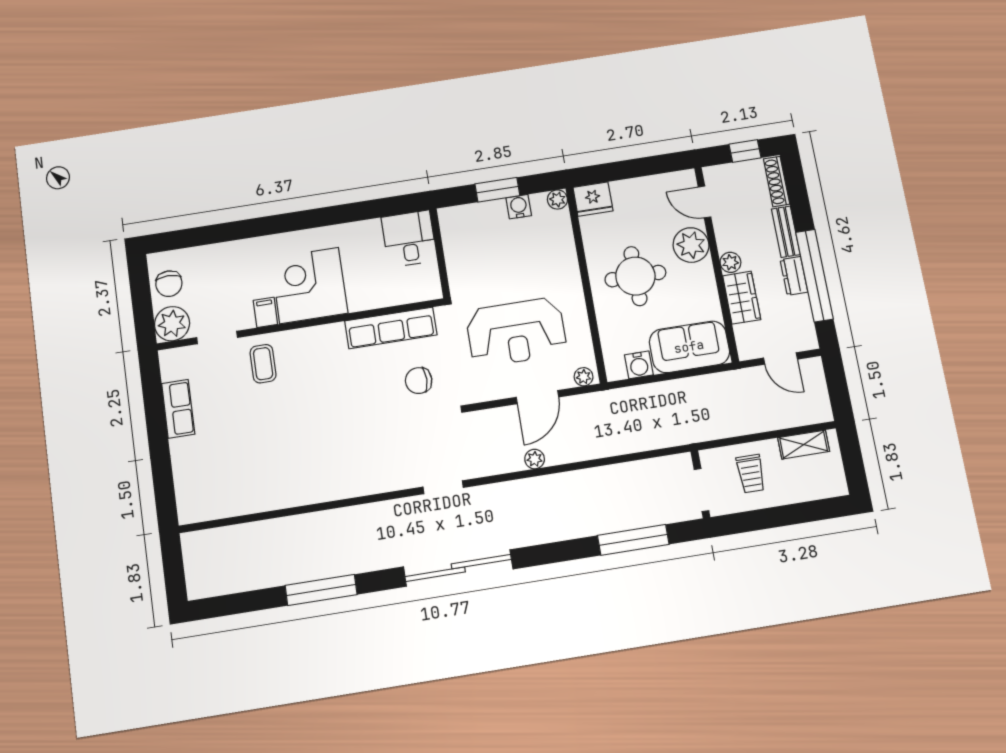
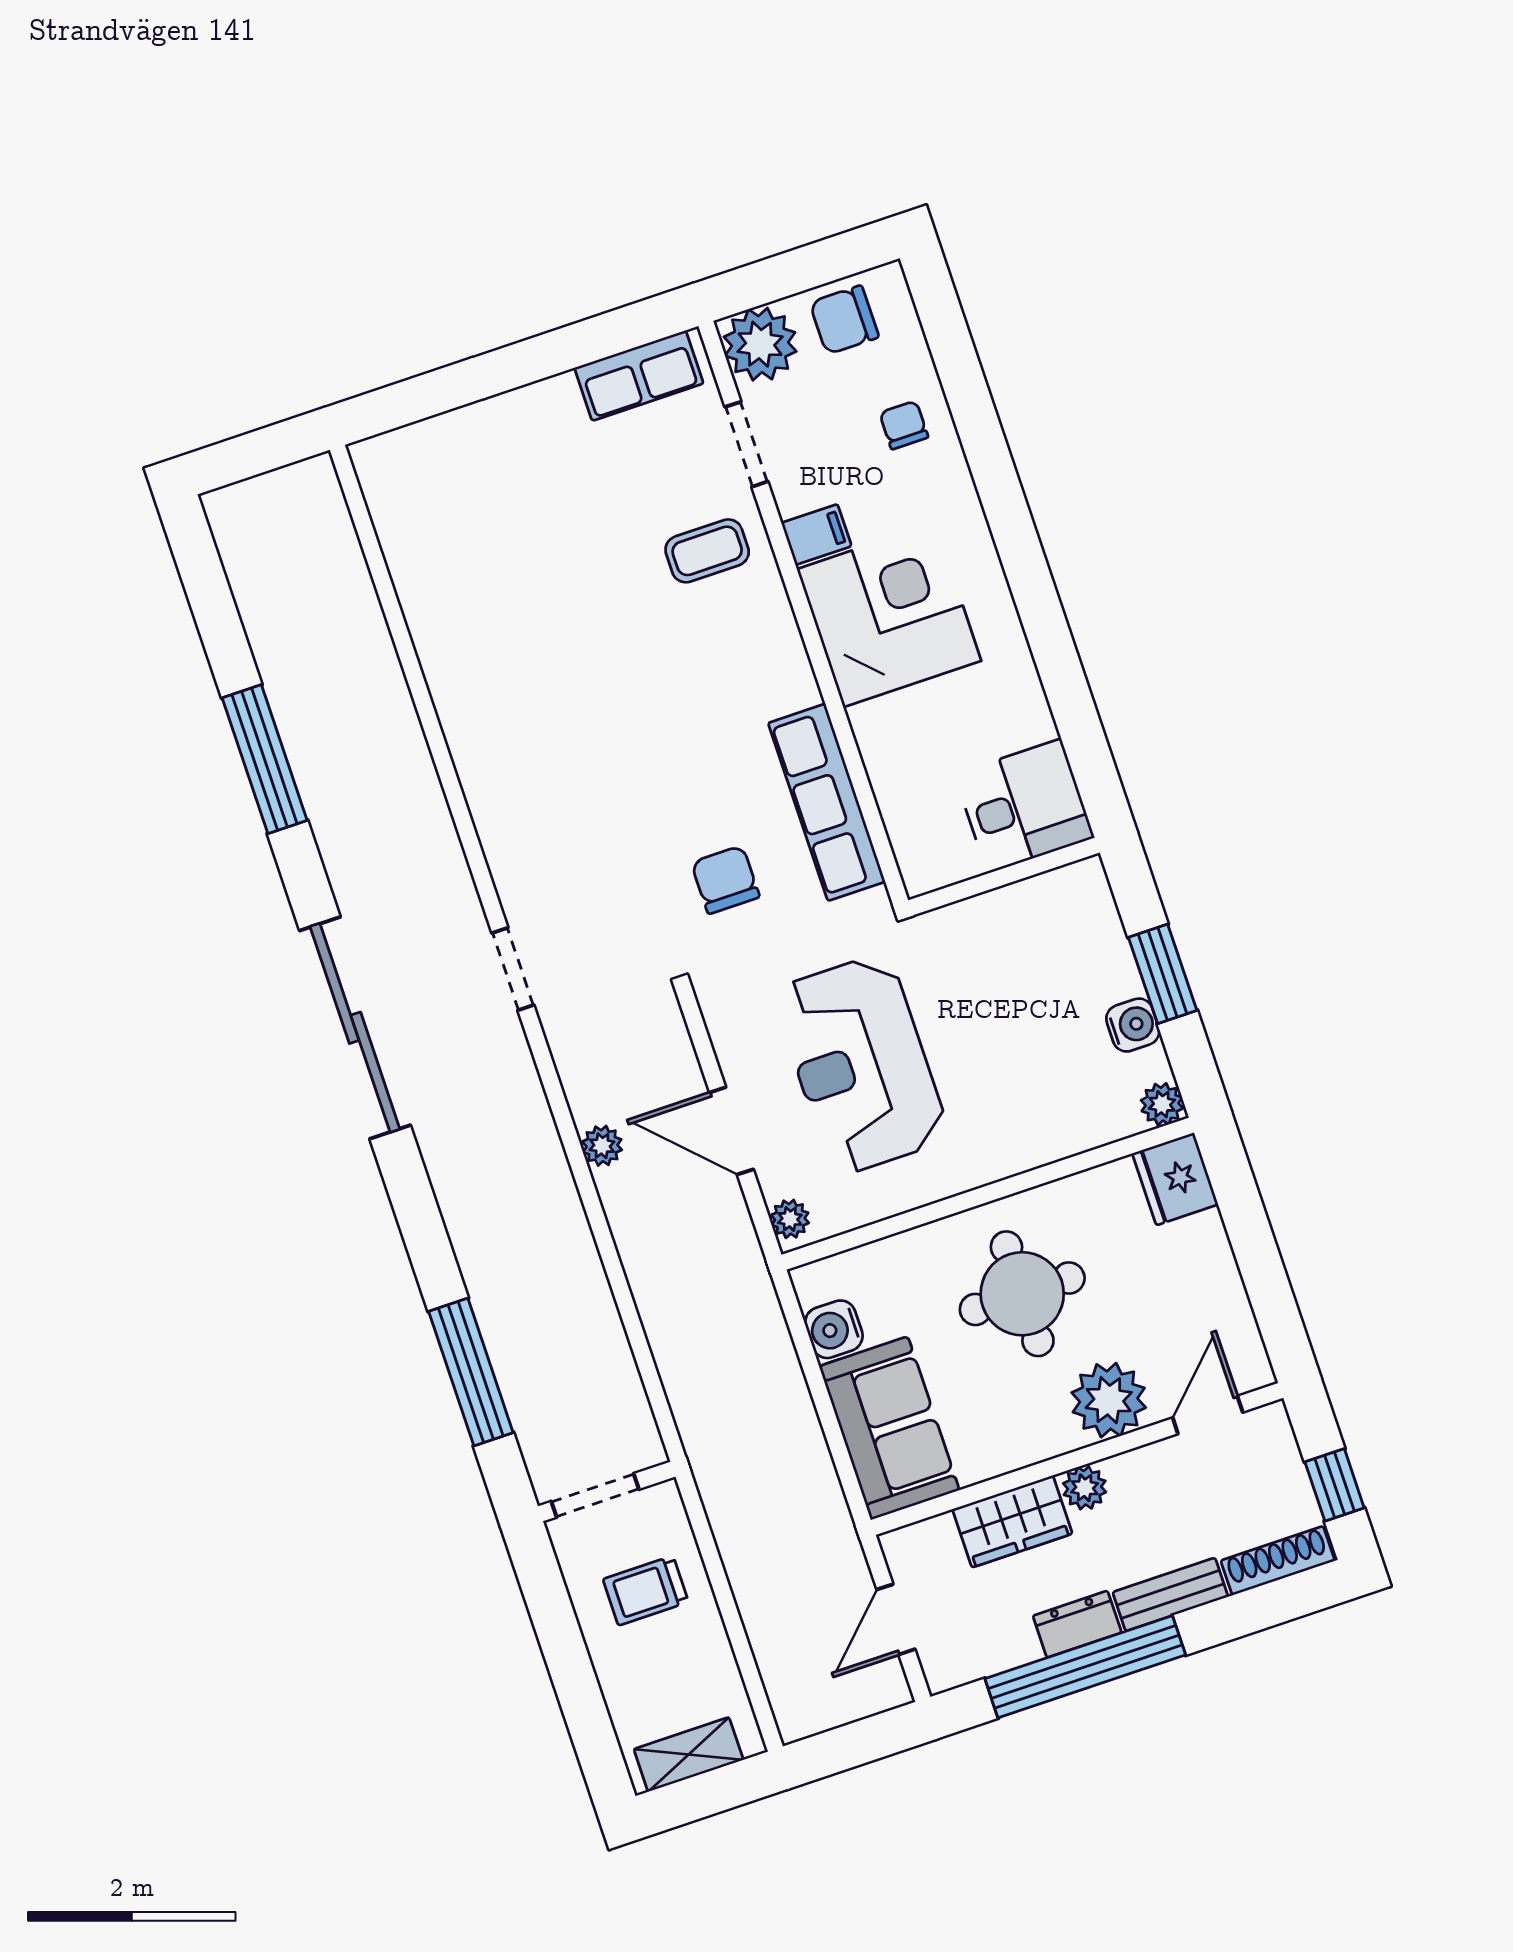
chair: (223, 265) -> (904, 425), added
row of seats: (178, 409) -> (639, 376), moved
shelving: (804, 445) -> (689, 1754), moved, turned 90

